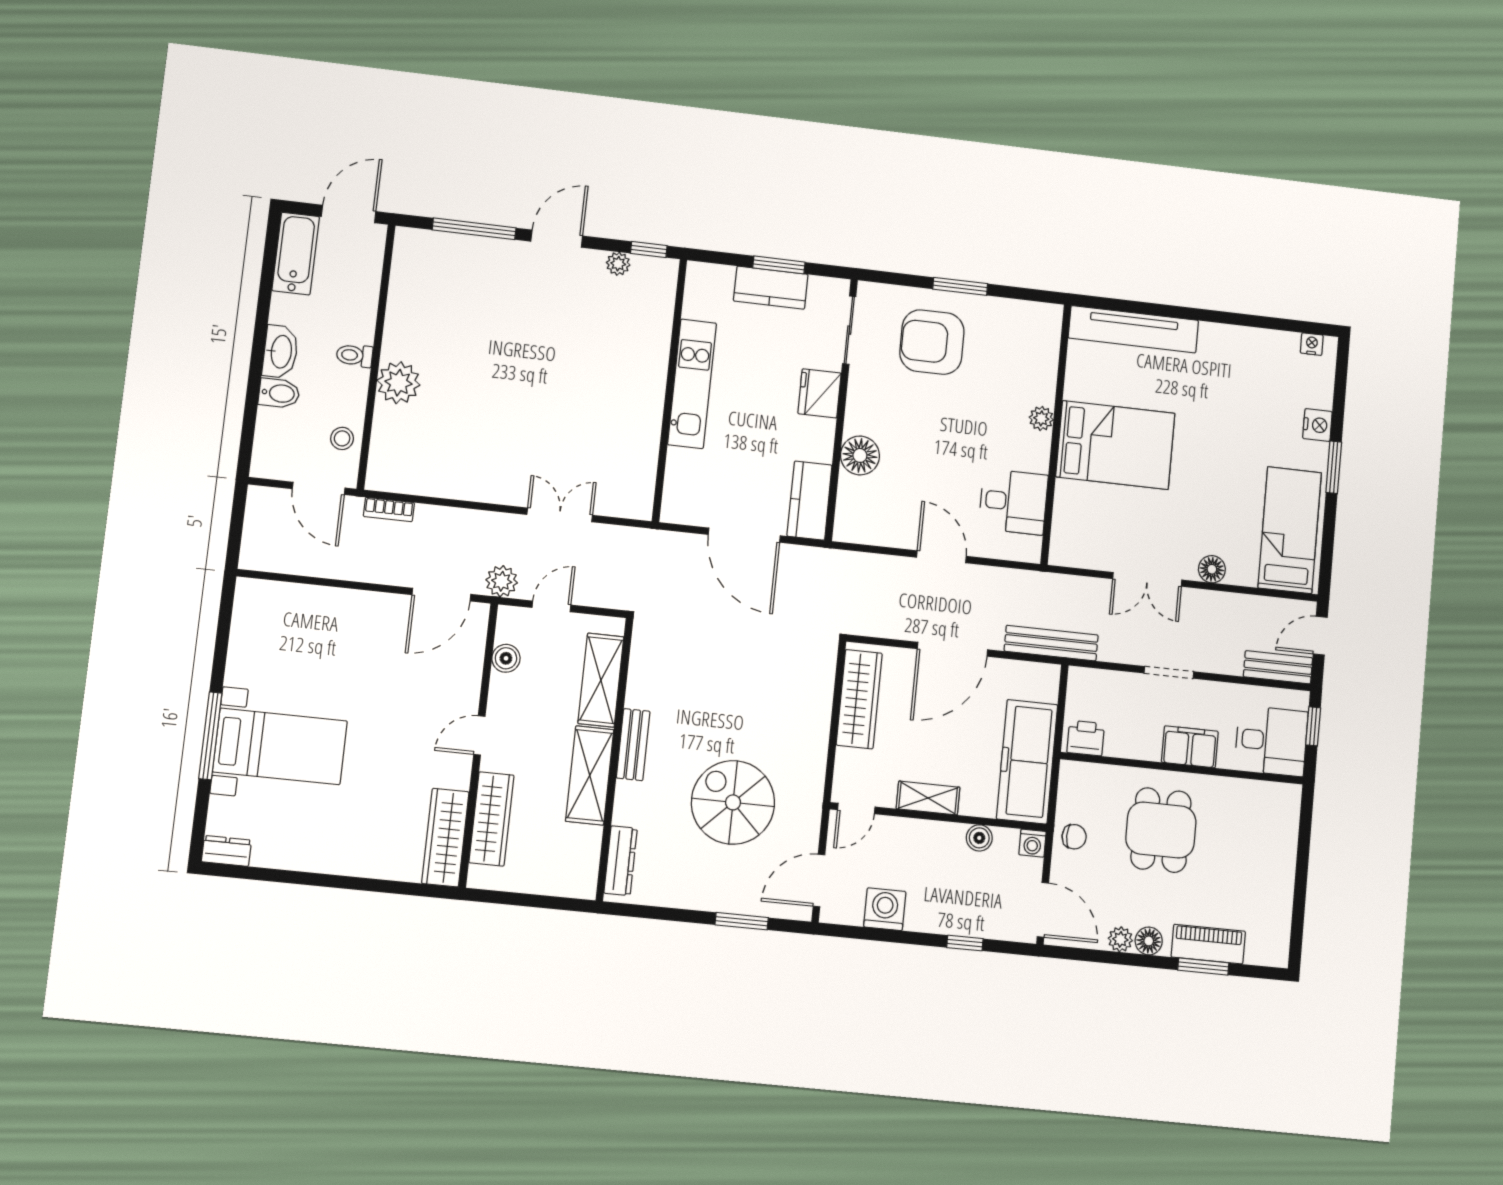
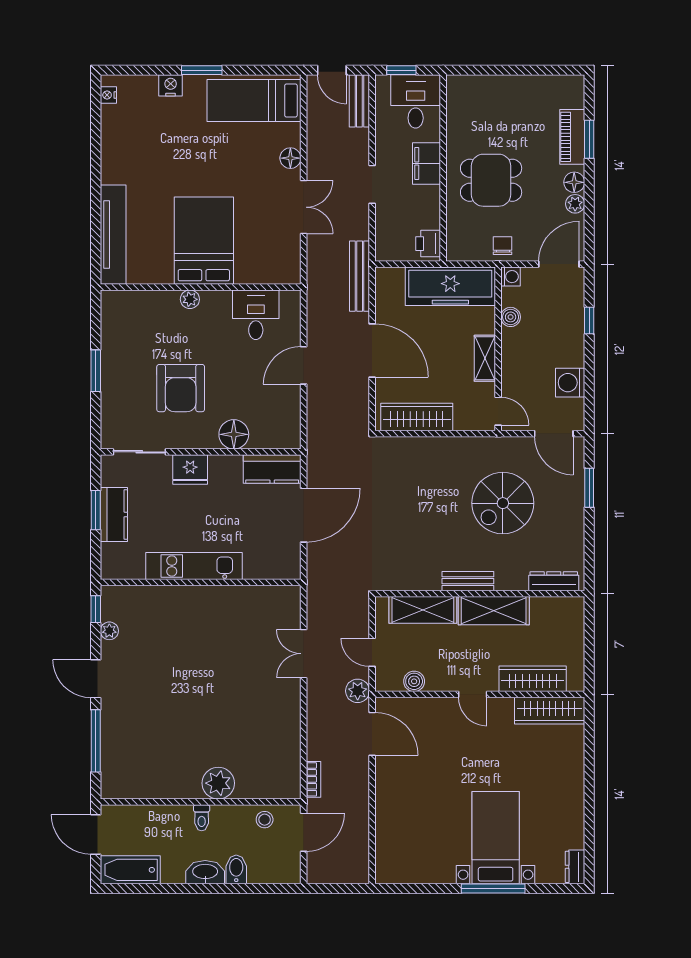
armchair: (932, 342) -> (181, 388), moved

